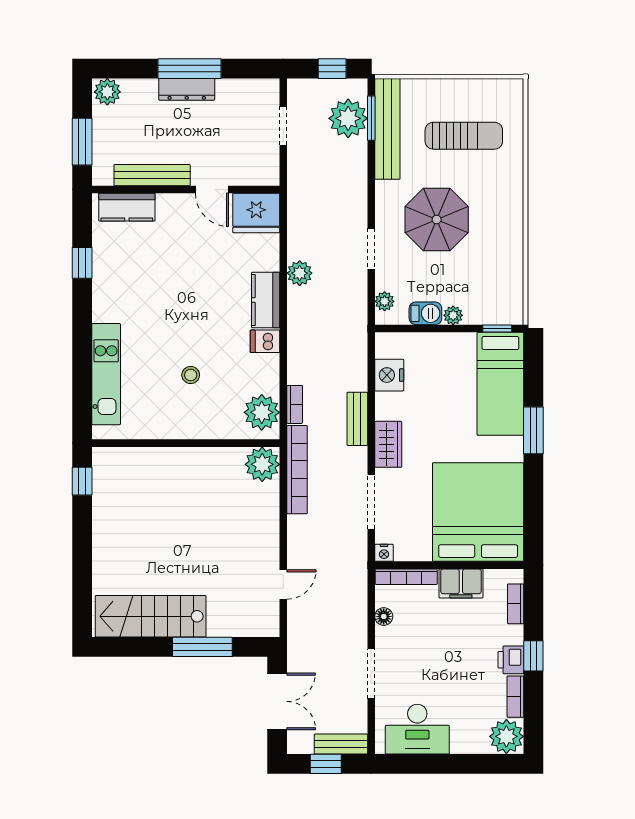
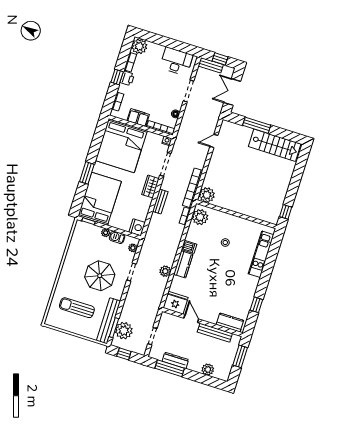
window: (190, 69) -> (170, 368), moved
dresser: (187, 89) -> (175, 360), moved
plant: (107, 92) -> (208, 369), moved
nightstand: (389, 375) -> (137, 227), moved
bed: (500, 384) -> (100, 199), width x1.50

